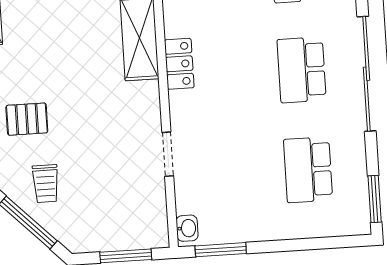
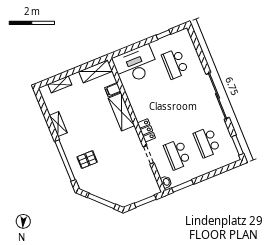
locker: (179, 64) -> (146, 130), moved
school desk: (302, 70) -> (177, 154), moved
trolley: (46, 184) -> (103, 183), removed

